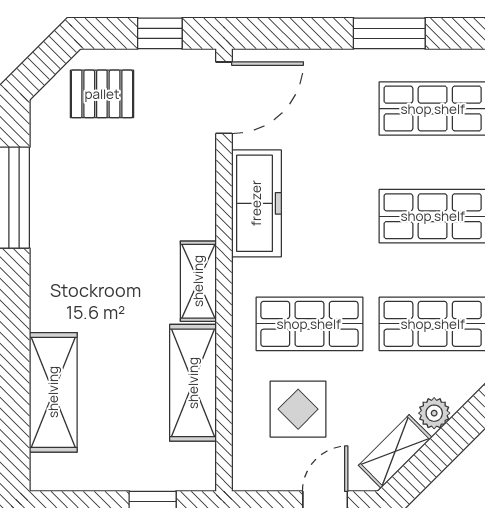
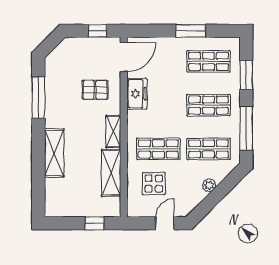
pallet: (102, 94) -> (95, 90), moved
freezer: (256, 203) -> (137, 94), width x0.71
shelving: (53, 392) -> (54, 153), moved
shelving: (395, 451) -> (193, 201), removed

